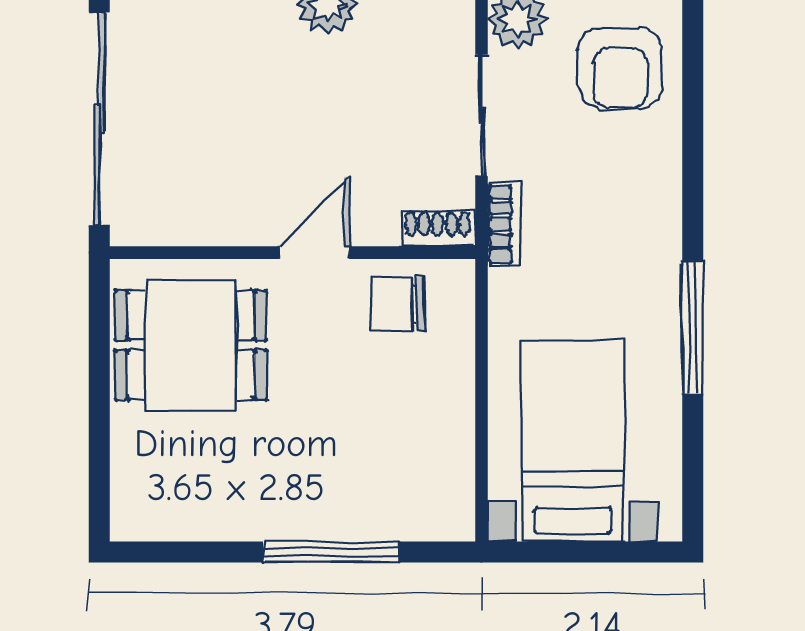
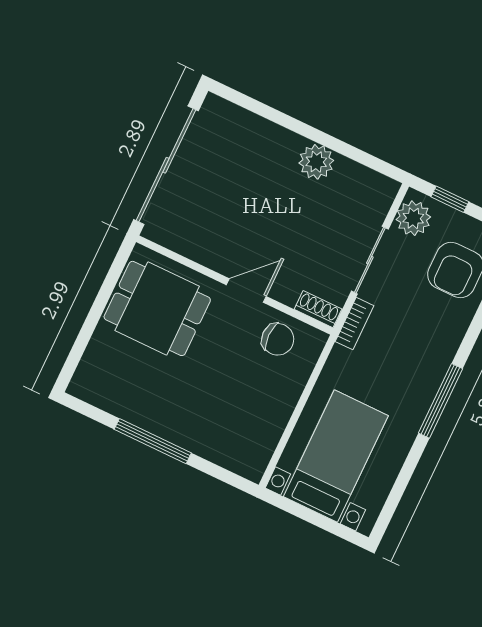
chair: (398, 304) -> (278, 339), turned 180
window: (693, 328) -> (441, 401), moved
window: (331, 552) -> (153, 441), moved

